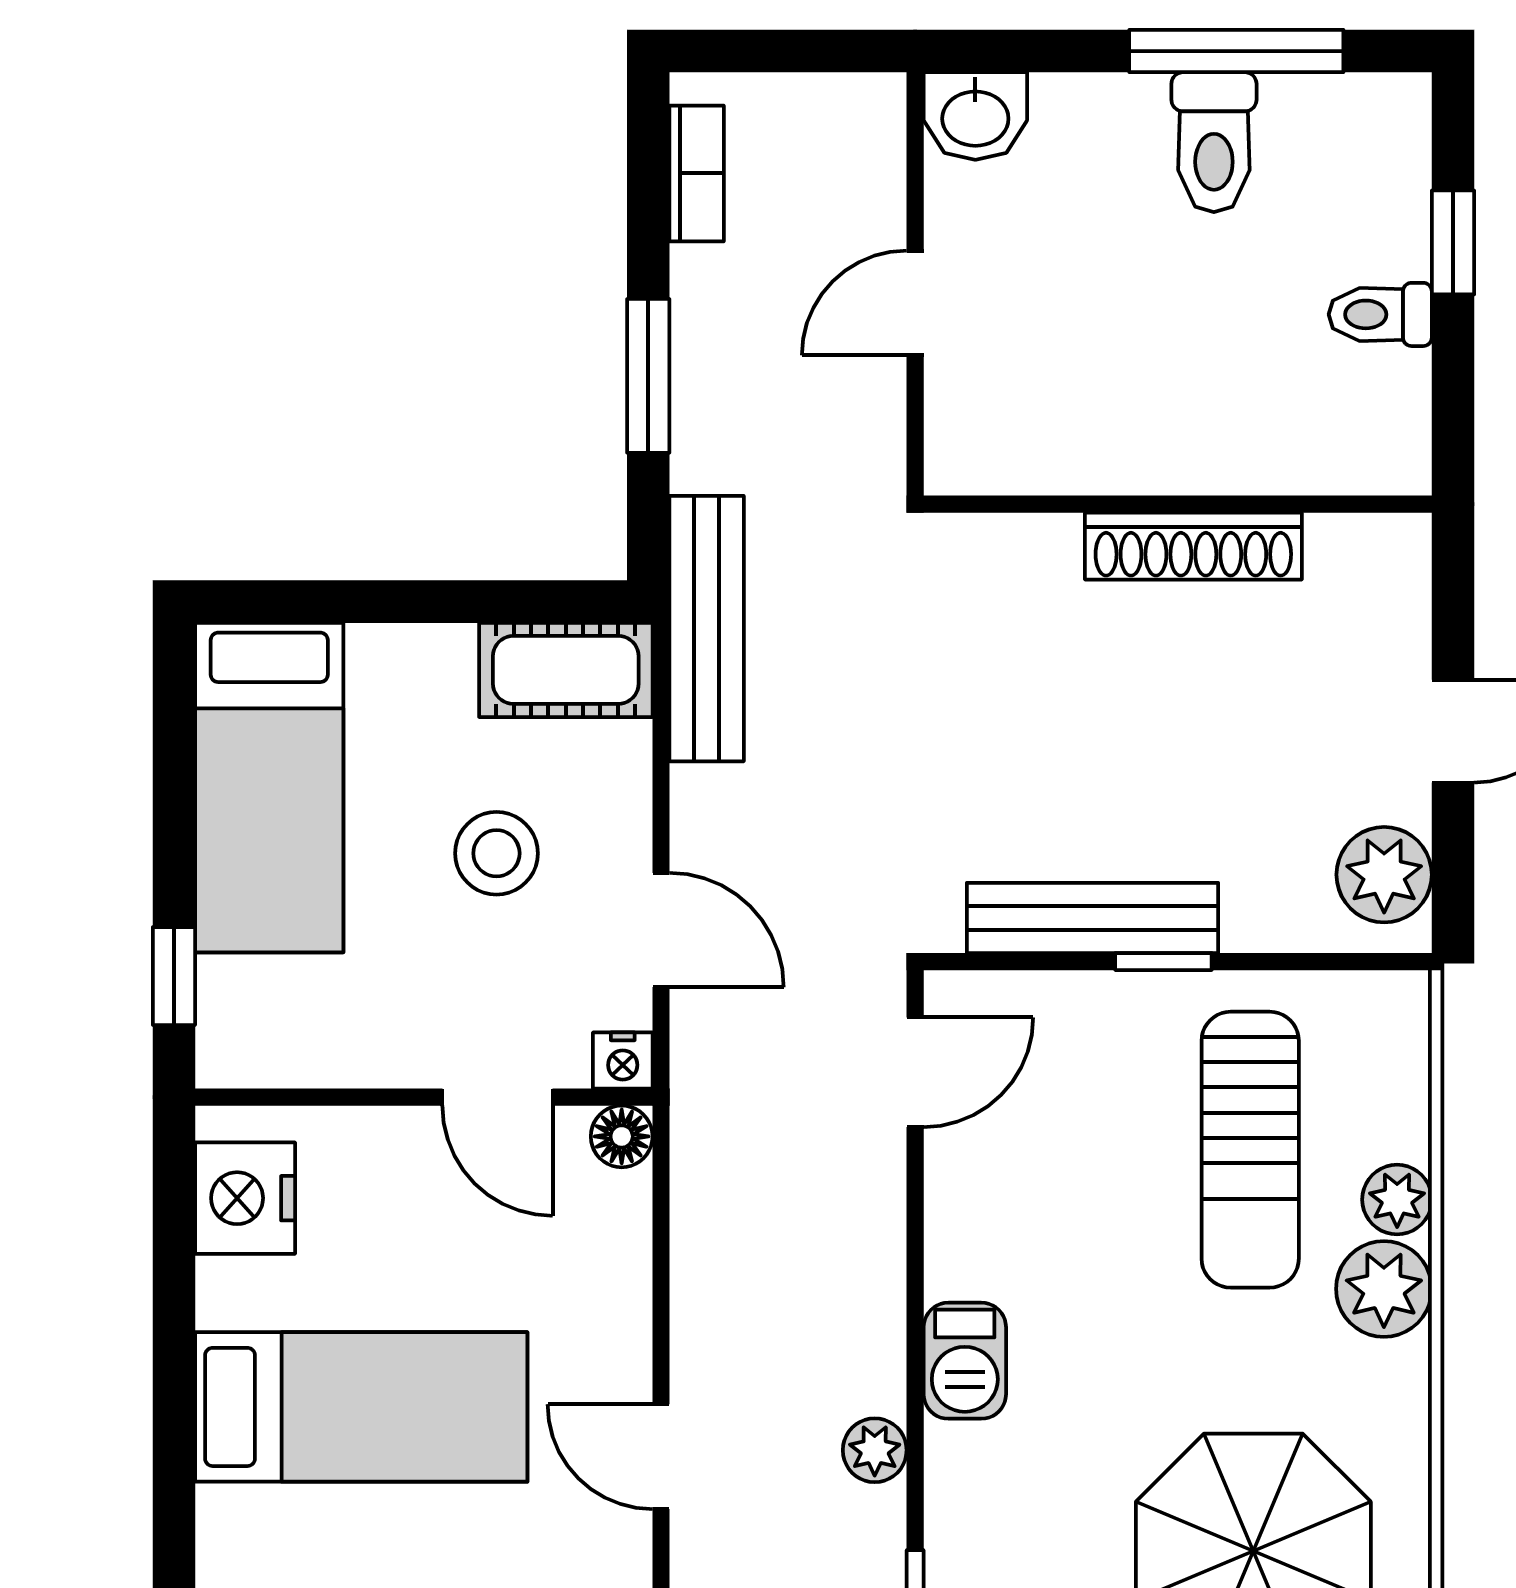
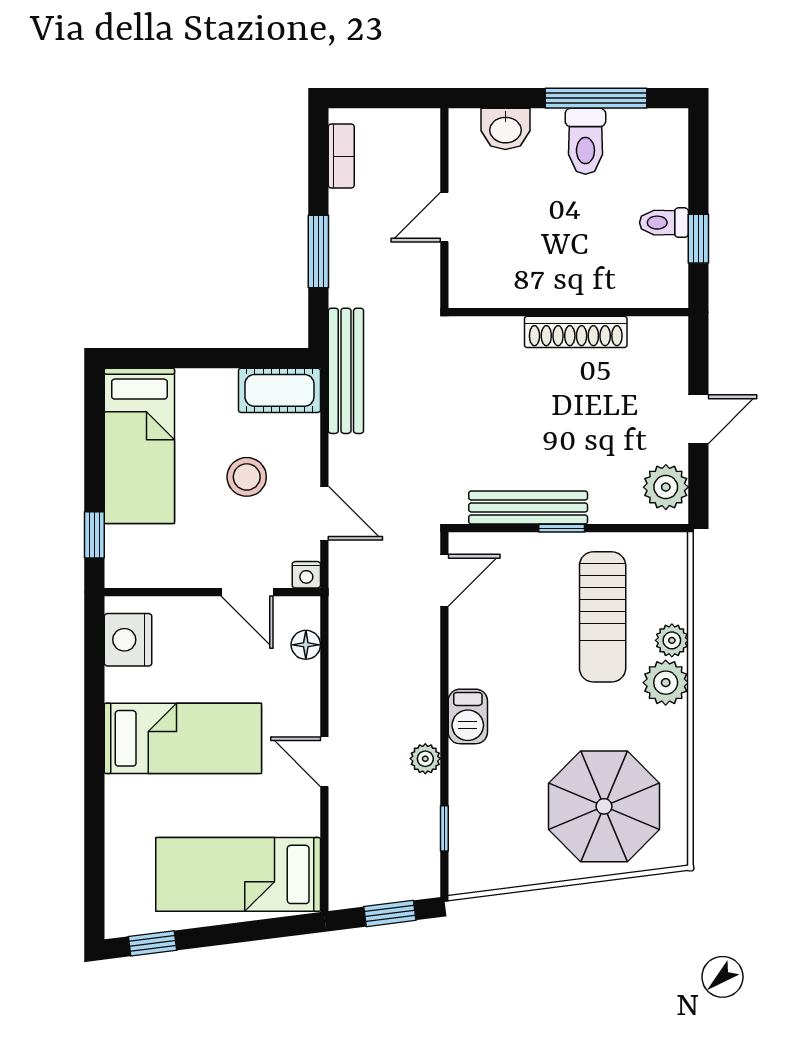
washbasin: (975, 116) -> (505, 129), moved
window: (1453, 242) -> (698, 239), moved
floor lamp: (622, 1136) -> (306, 645), moved

